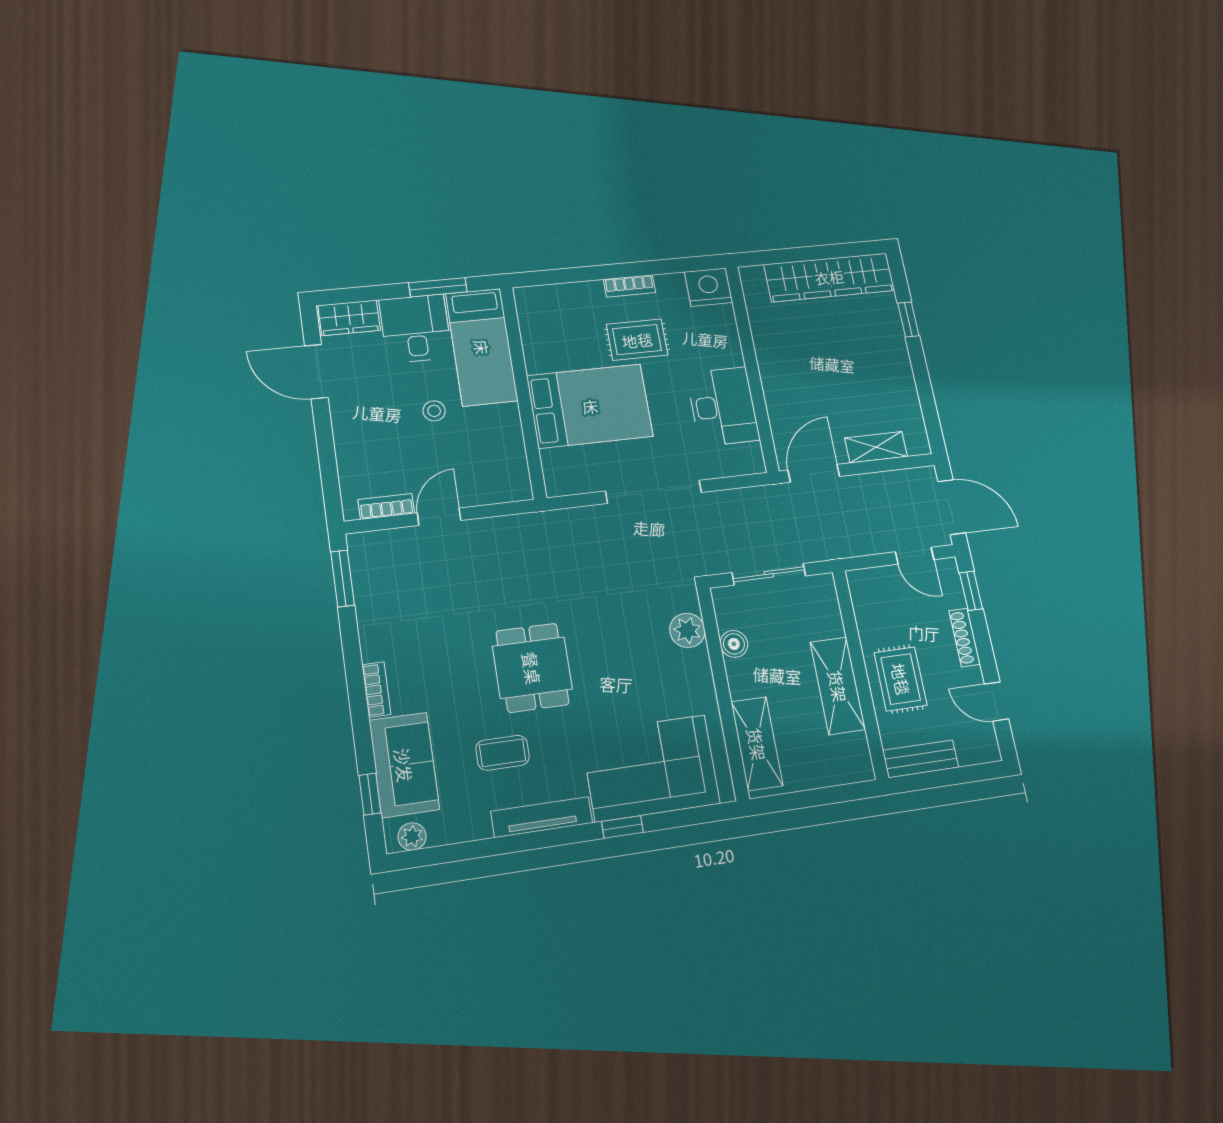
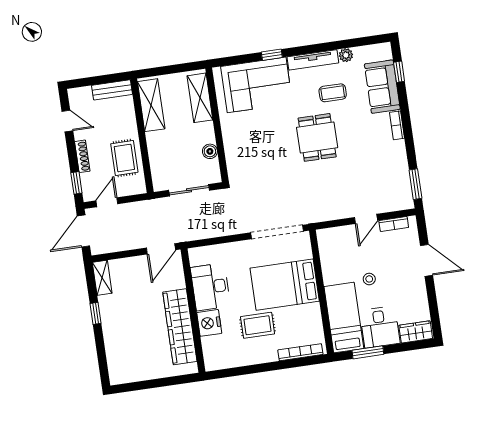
wardrobe: (829, 277) -> (180, 327), moved, turned -90
bookcase: (630, 286) -> (300, 352), moved, width x1.56
nightstand: (709, 287) -> (209, 323), moved, turned 90
window: (908, 319) -> (95, 313), moved
door: (316, 372) -> (427, 260), moved
shelving: (876, 447) -> (102, 278), moved, turned 90
doorway: (654, 492) -> (277, 232), moved
door: (952, 507) -> (83, 231), hinge flipped
door: (915, 556) -> (107, 202), hinge flipped
plant: (687, 630) -> (235, 158), removed
rug: (901, 679) -> (124, 158), moved
shelving: (838, 686) -> (151, 105), moved
plant: (412, 836) -> (346, 55), moved

